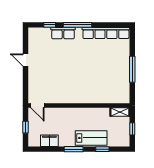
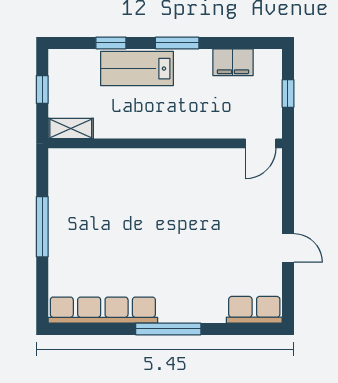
window: (50, 25) -> (232, 329), removed
row of seats: (63, 33) -> (254, 310), moved
door: (37, 105) -> (261, 143), swing flipped

